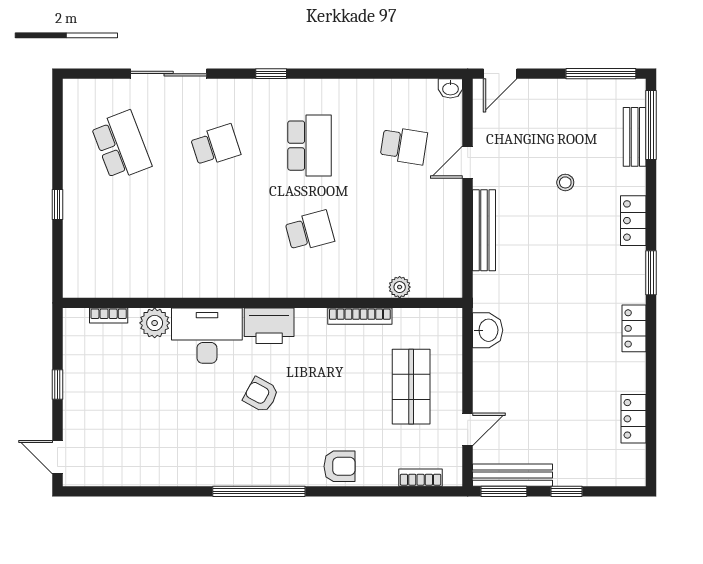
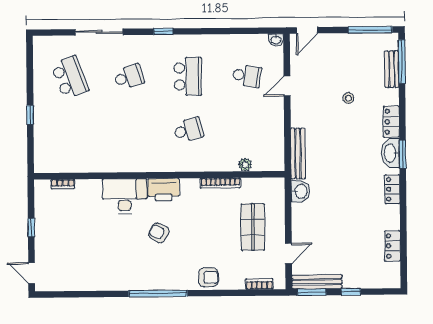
bench: (484, 230) -> (298, 153), moved
washbasin: (632, 271) -> (390, 153), added
plant: (155, 323) -> (92, 188), removed

